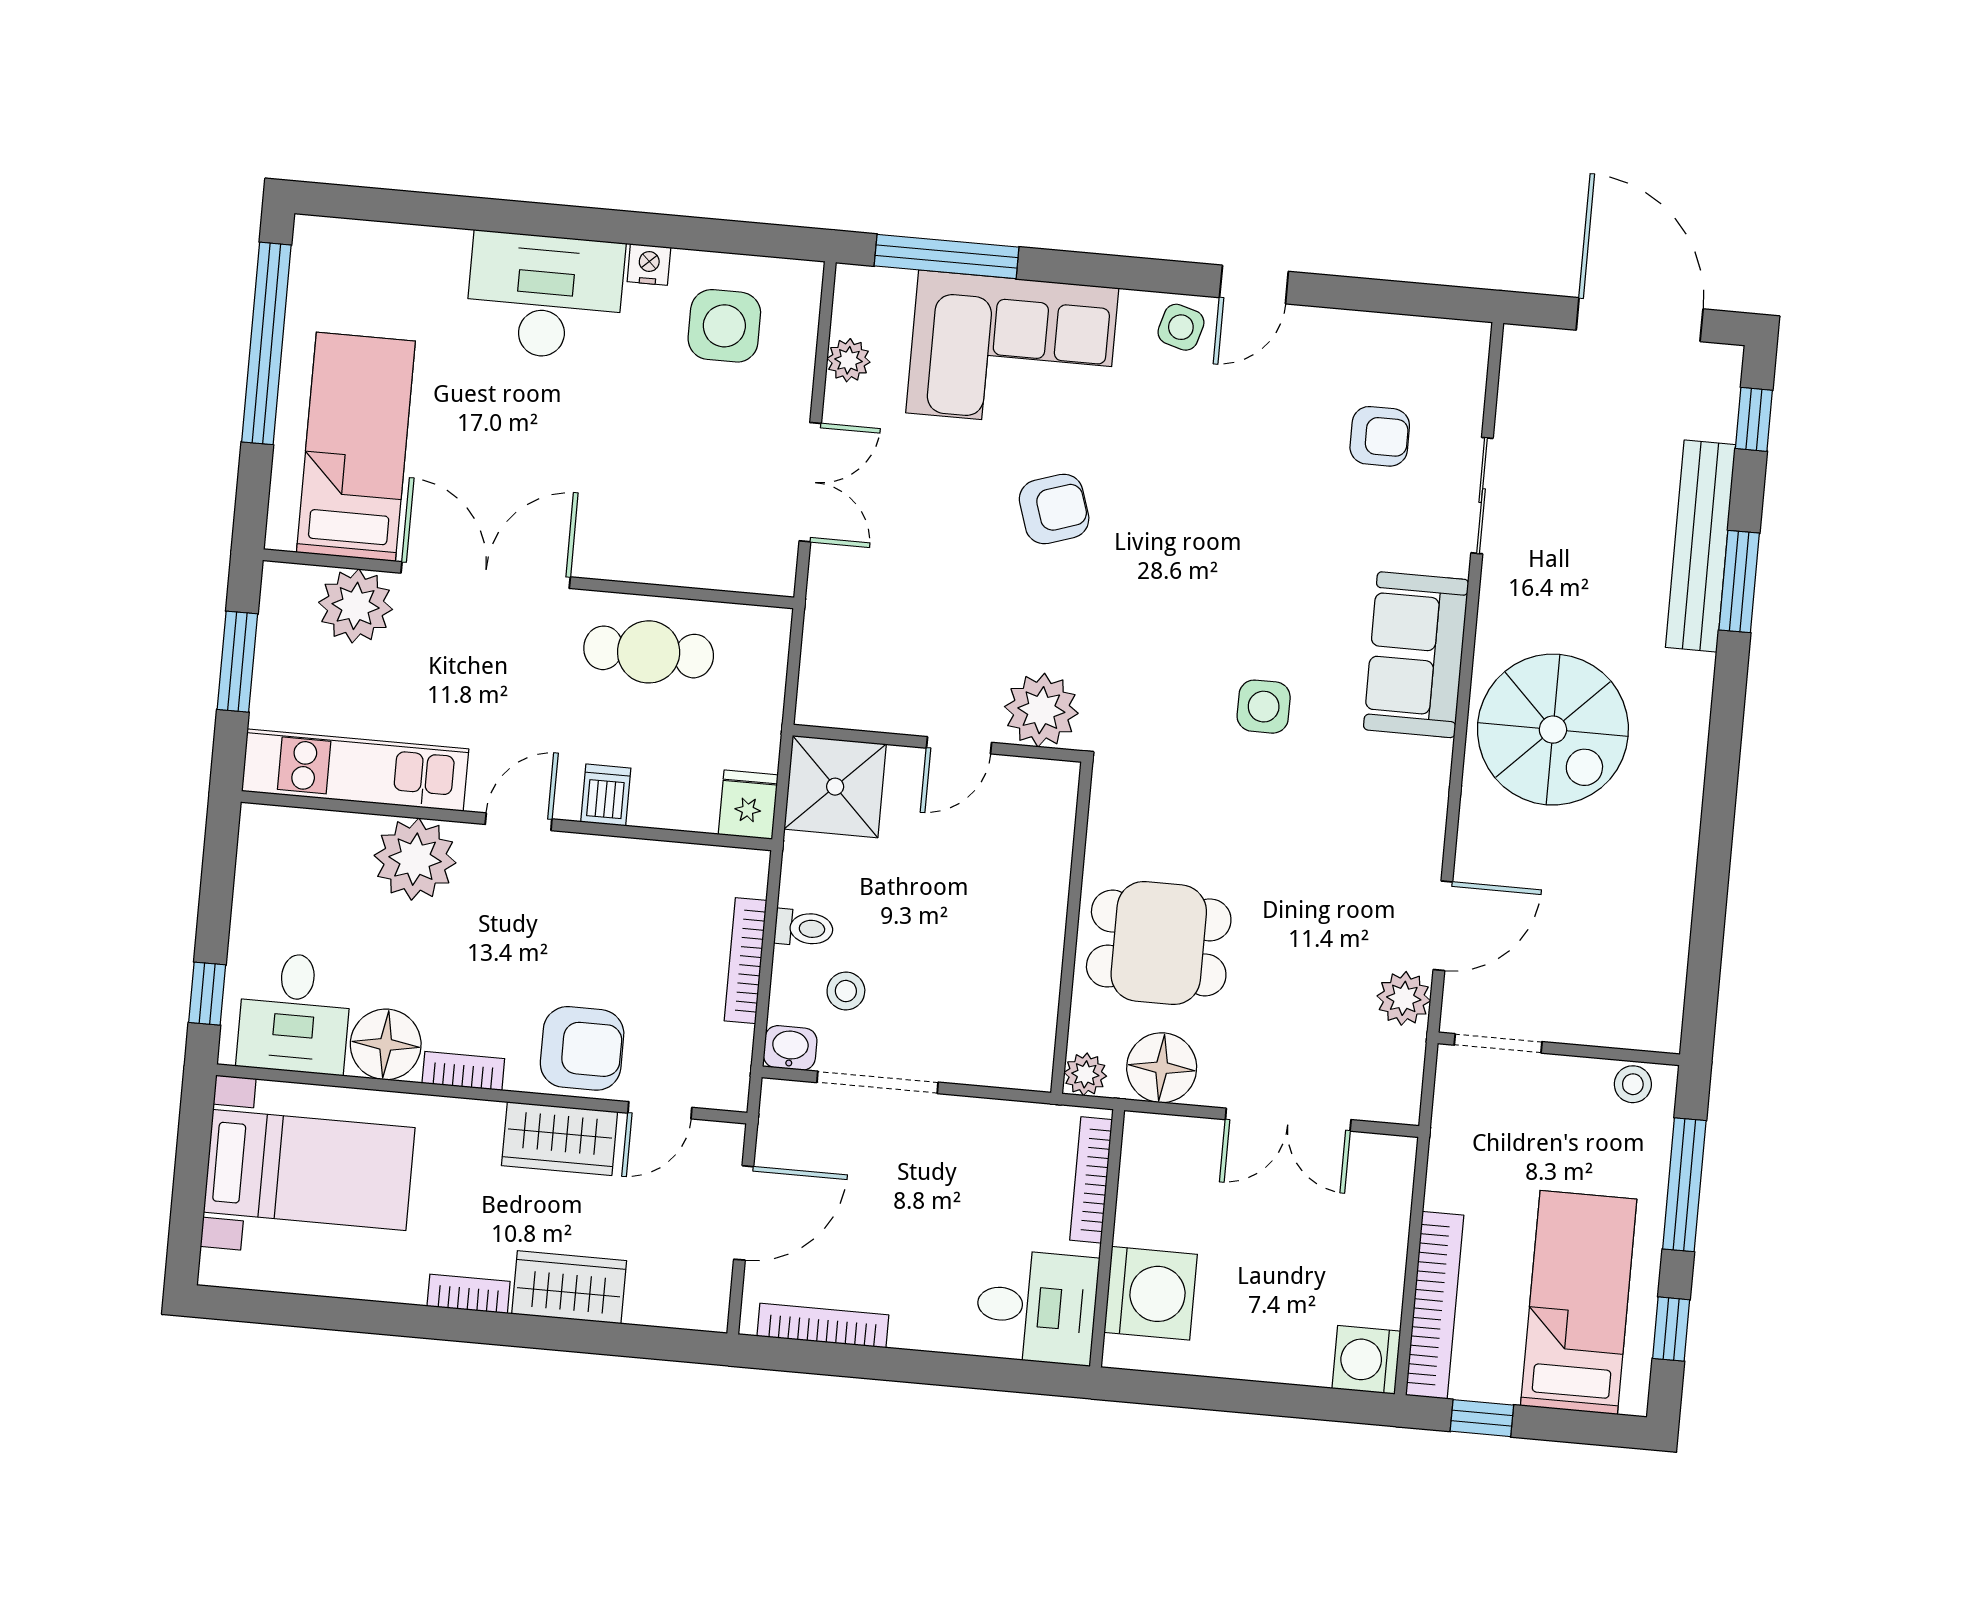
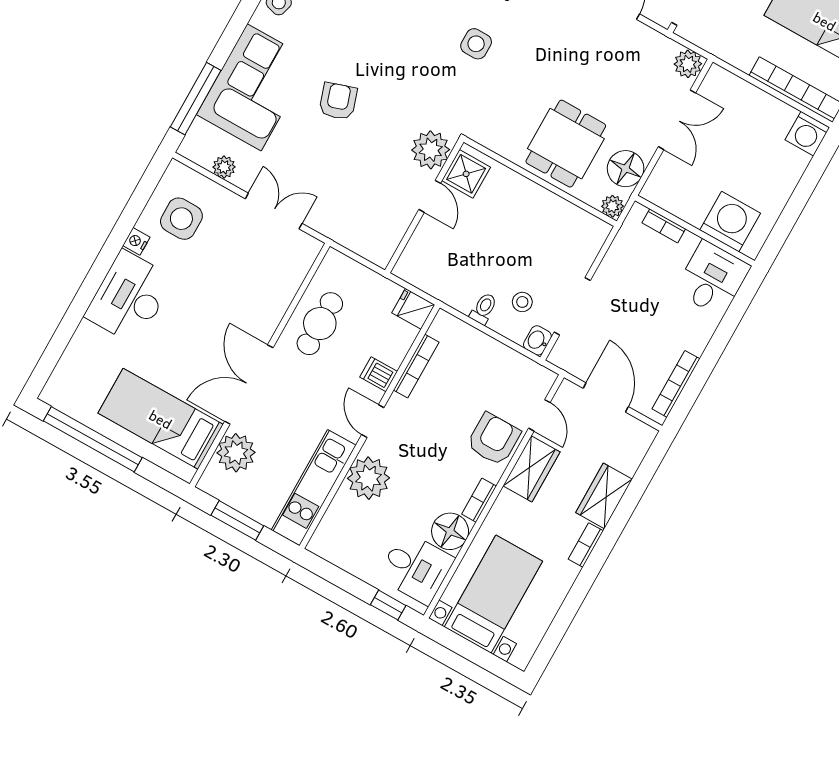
shower: (835, 787) -> (466, 174), moved, width x0.73, depth x0.73
bookcase: (745, 961) -> (416, 366), moved, turned -90
plant: (1404, 998) -> (688, 64), moved
bookcase: (1091, 1180) -> (664, 226), width x0.64

